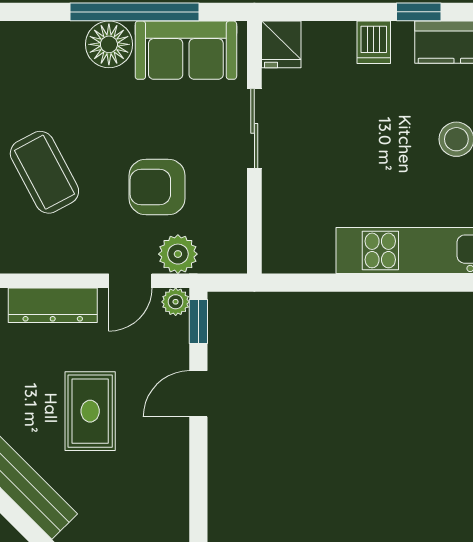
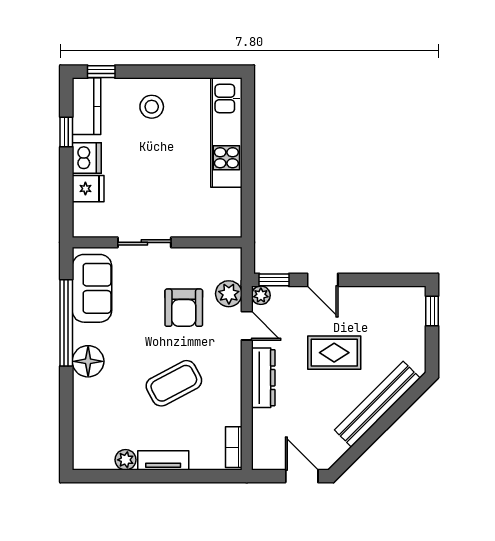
dishwasher: (374, 42) -> (87, 158), width x1.38
floor lamp: (109, 44) -> (88, 361), moved
fridge: (281, 44) -> (88, 189), moved

